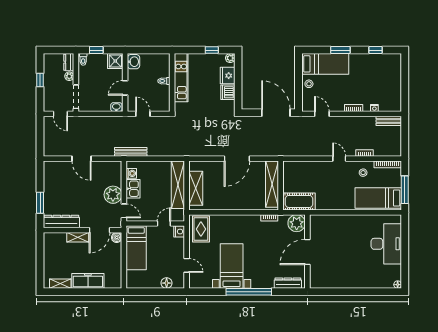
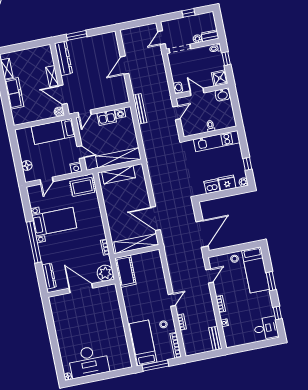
desk: (389, 65) -> (266, 328), added
door: (237, 159) -> (155, 219), moved
plant: (113, 195) -> (97, 100), removed
desk: (386, 244) -> (89, 361), moved

